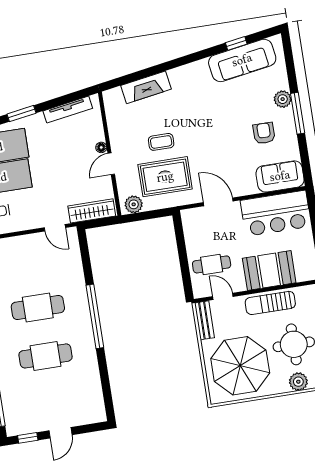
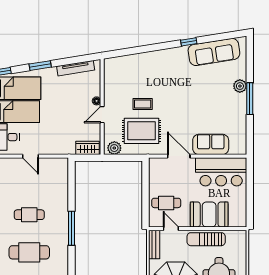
window: (236, 43) -> (189, 42), moved
fireplace: (146, 87) -> (138, 61), removed
armchair: (264, 133) -> (222, 110), removed
sofa: (280, 176) -> (211, 144), moved
wardrobe: (92, 211) -> (88, 148), width x0.67
door: (55, 228) -> (30, 156), moved
cafe table: (38, 307) -> (29, 215), width x0.73, depth x0.74
window: (95, 316) -> (71, 228), width x0.68

